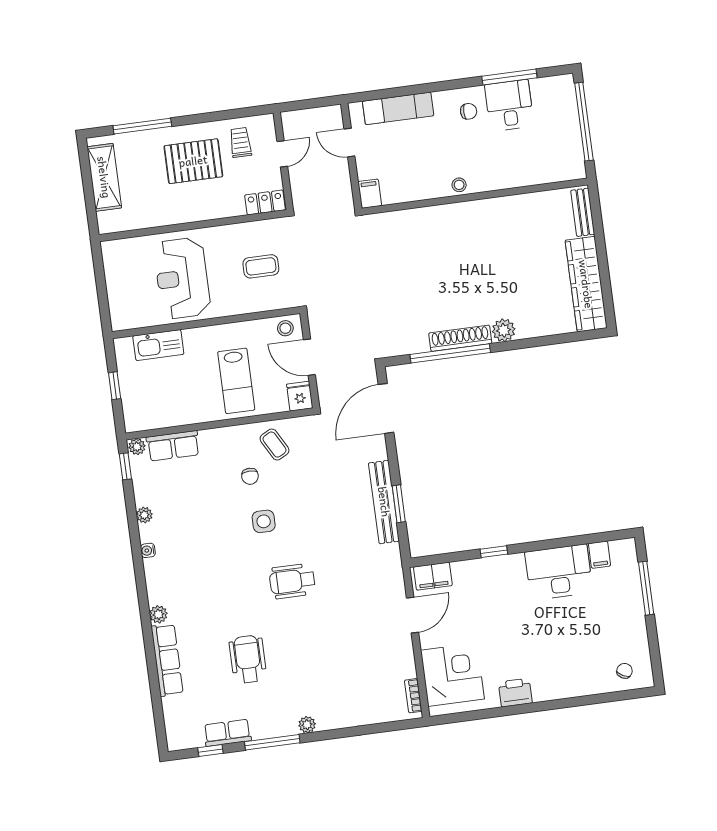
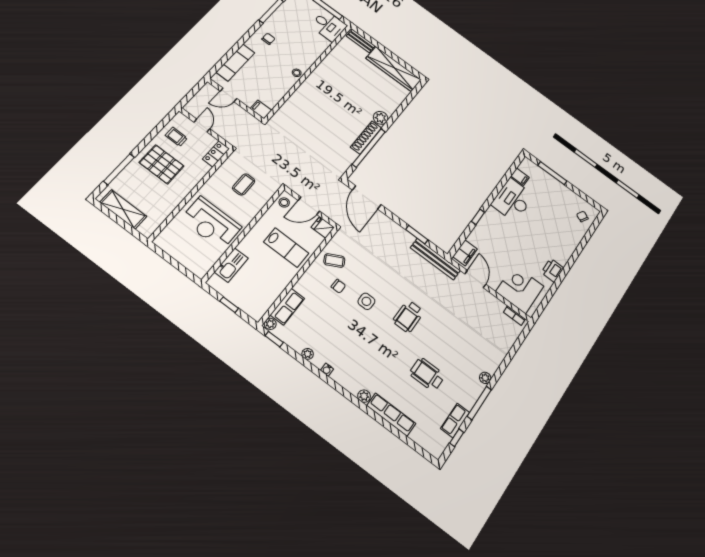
desk: (509, 105) -> (329, 26), moved, turned 180
pallet: (193, 161) -> (162, 164), turned 90
bench: (384, 502) -> (435, 259), moved

